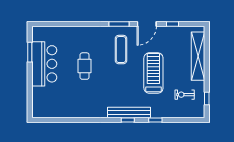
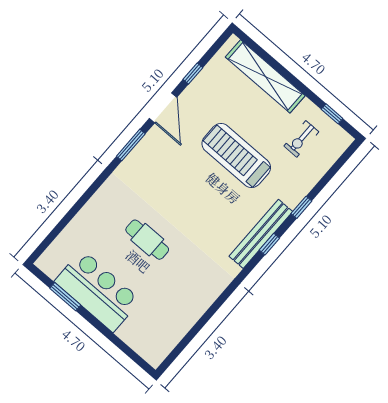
exercise mat: (121, 50) -> (167, 172), removed

